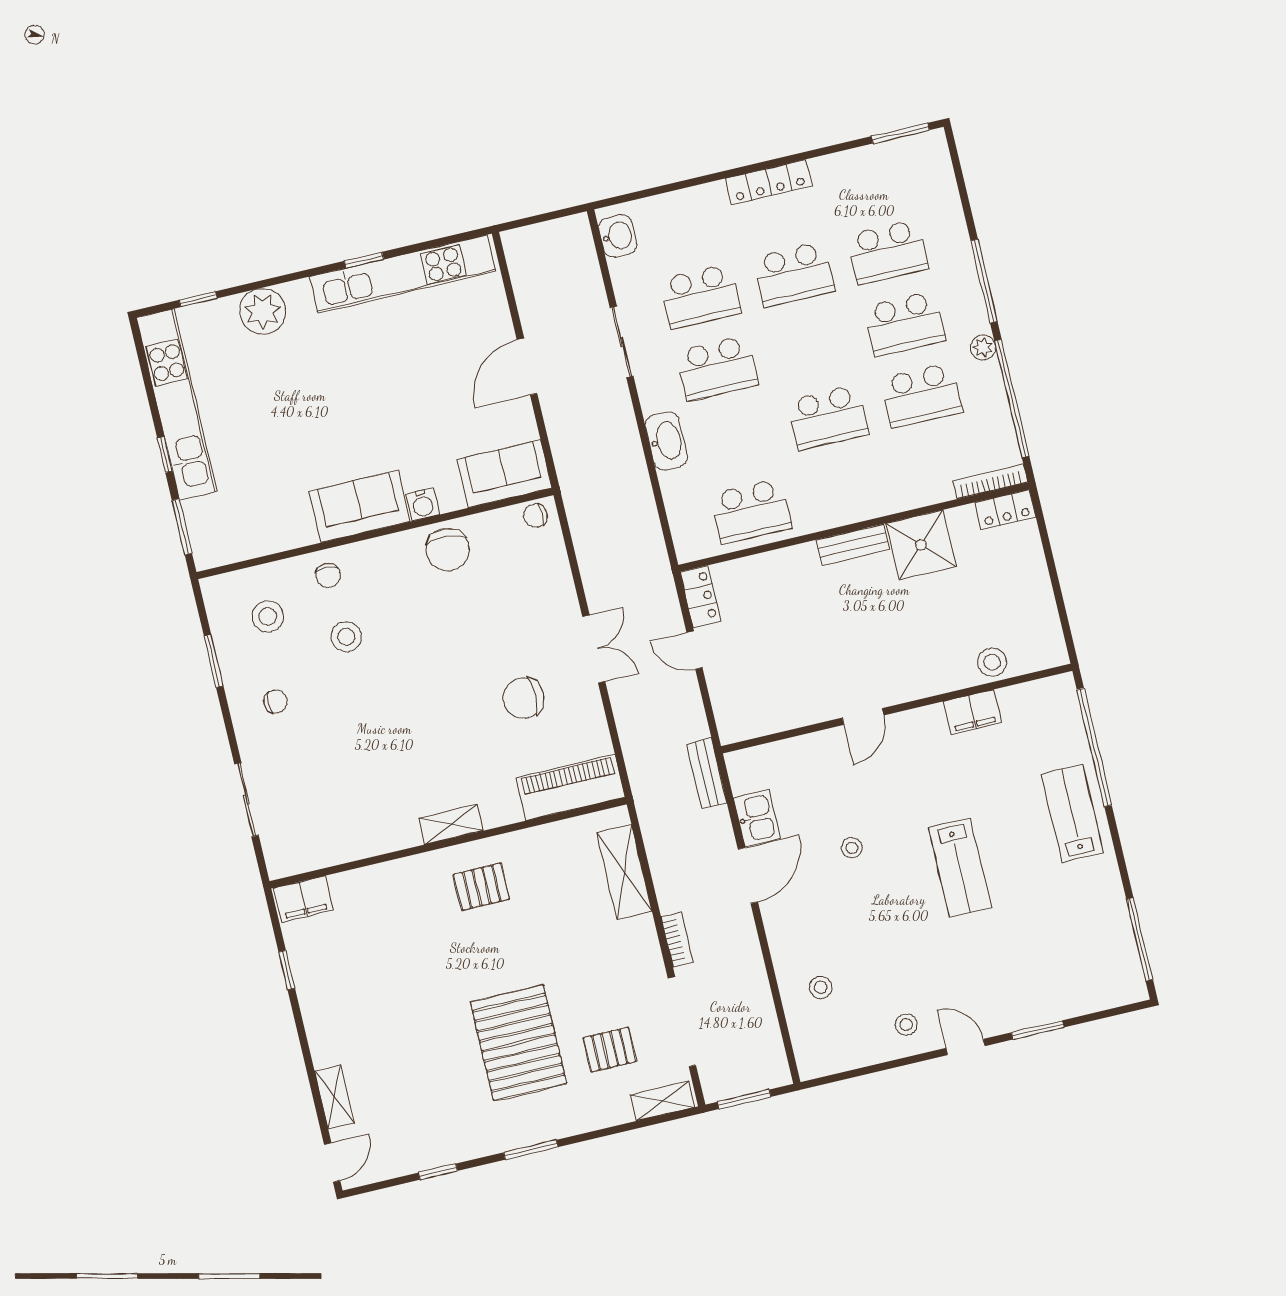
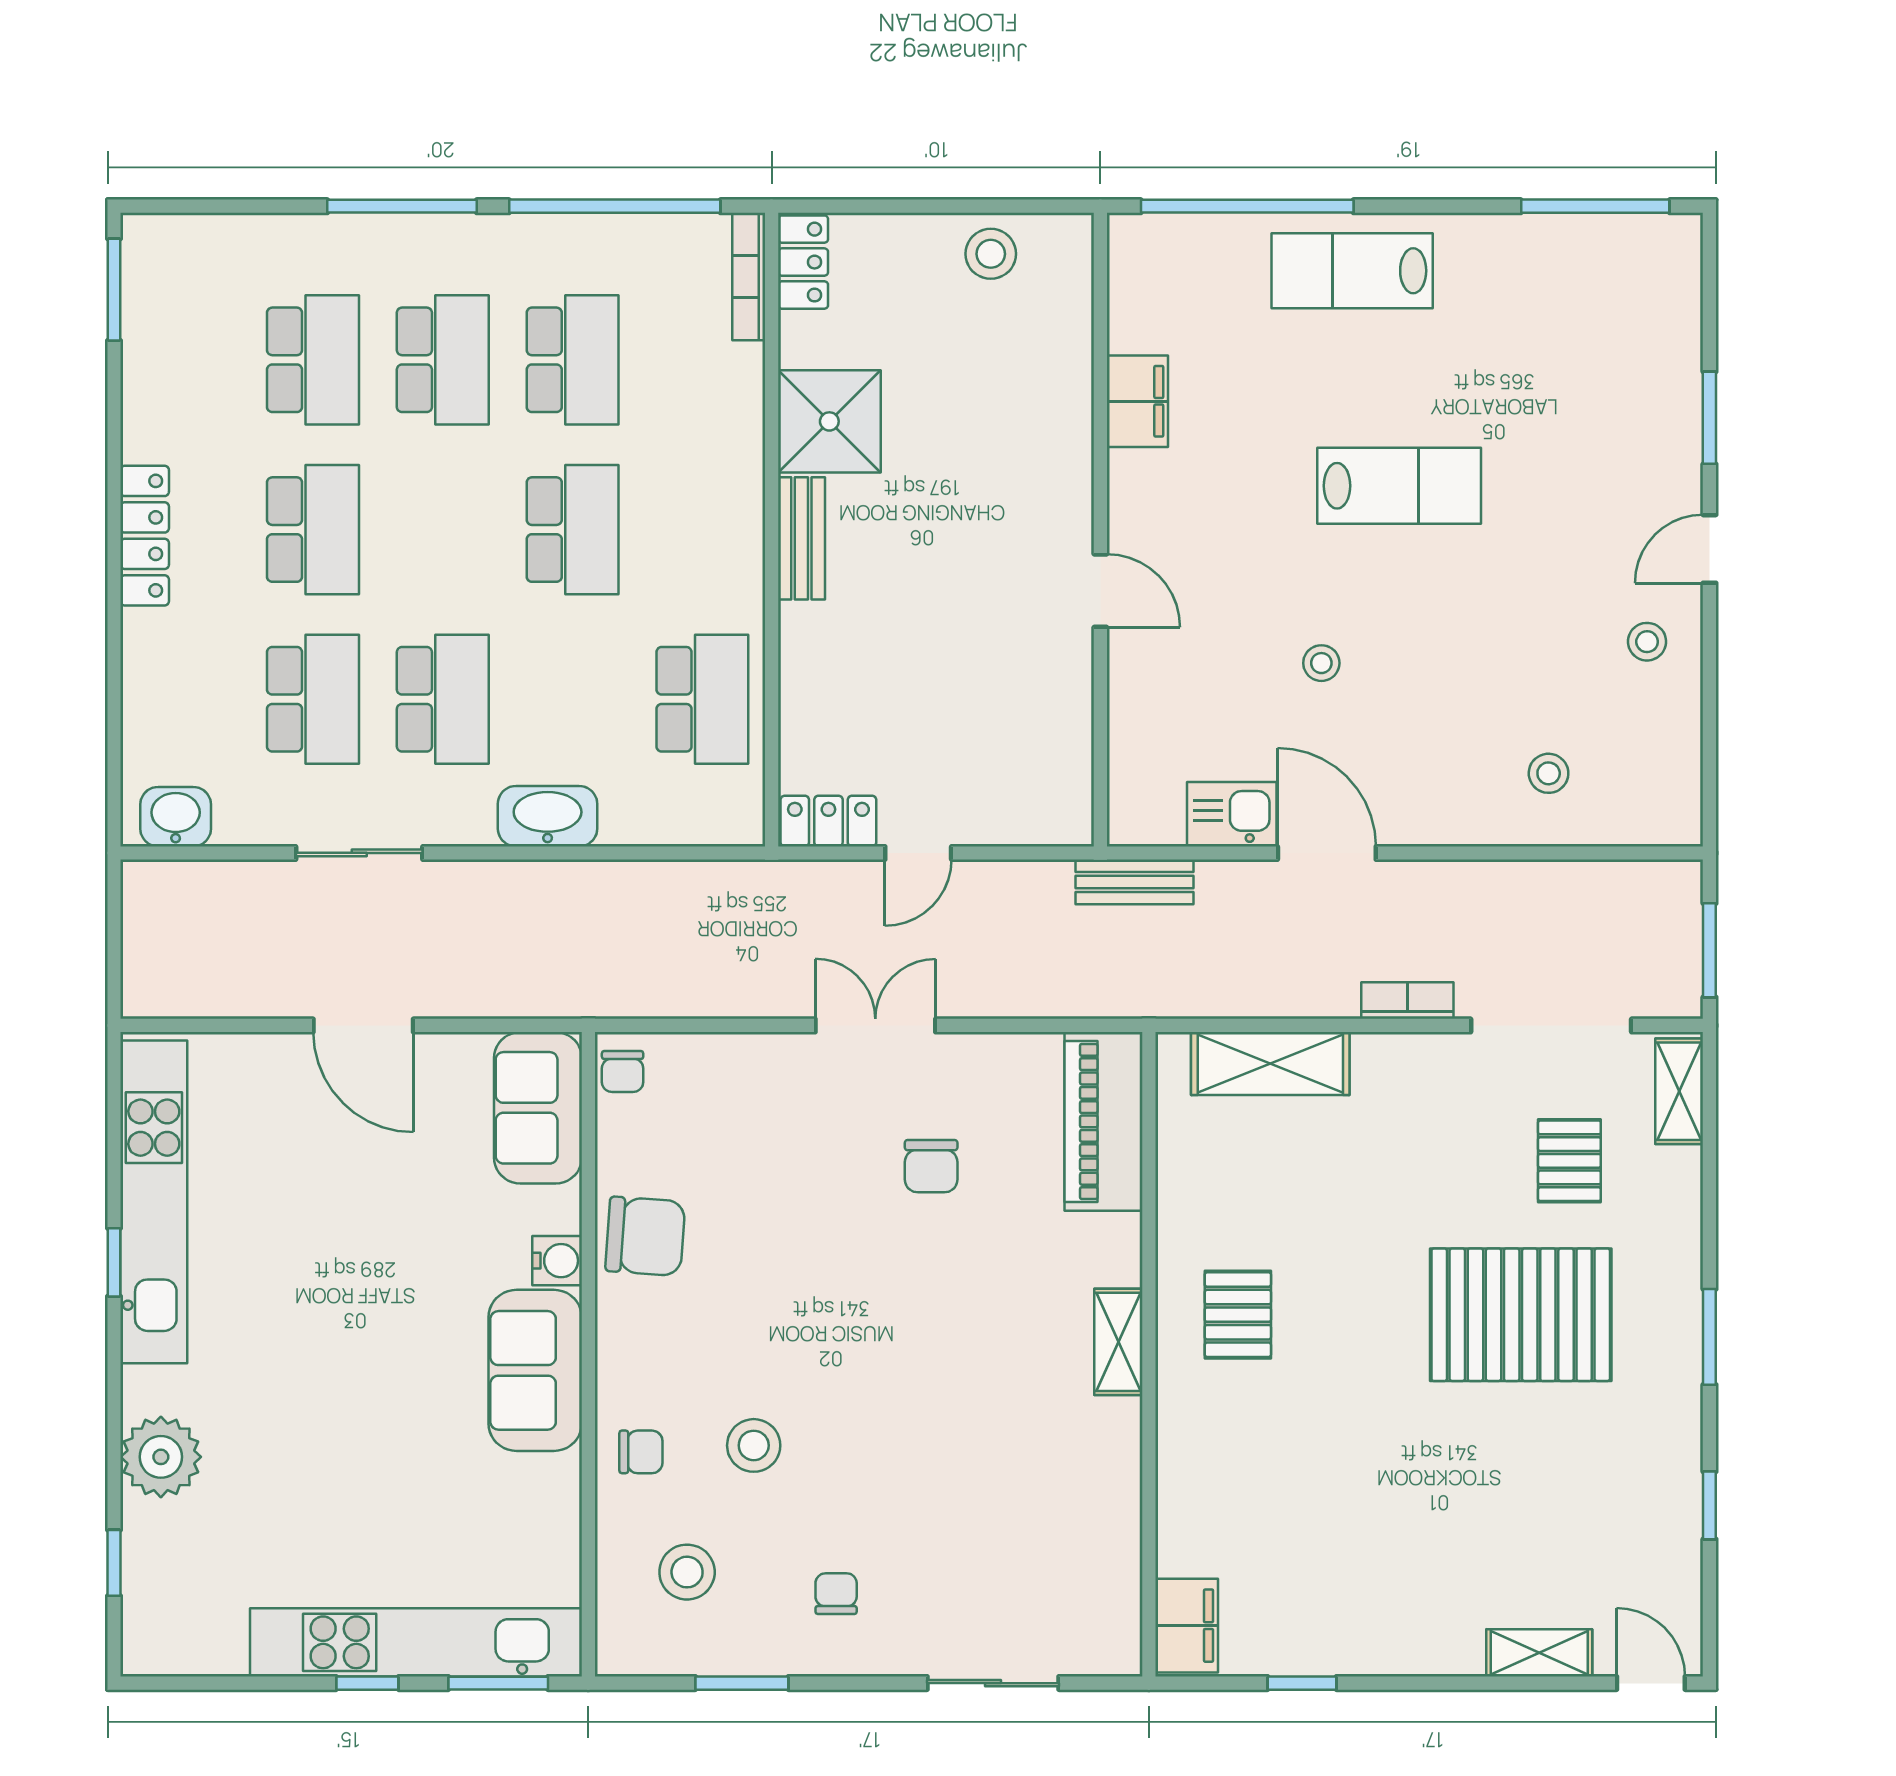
plant: (983, 348) -> (516, 235), removed
kitchen unit: (177, 405) -> (416, 1642), moved
stool: (992, 662) -> (991, 254), moved
chair: (523, 698) -> (931, 1166), width x0.73, depth x0.73

